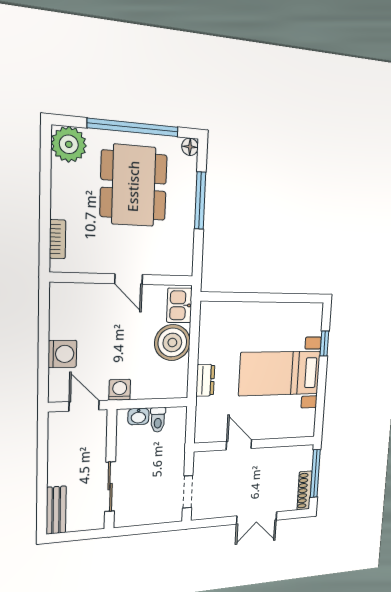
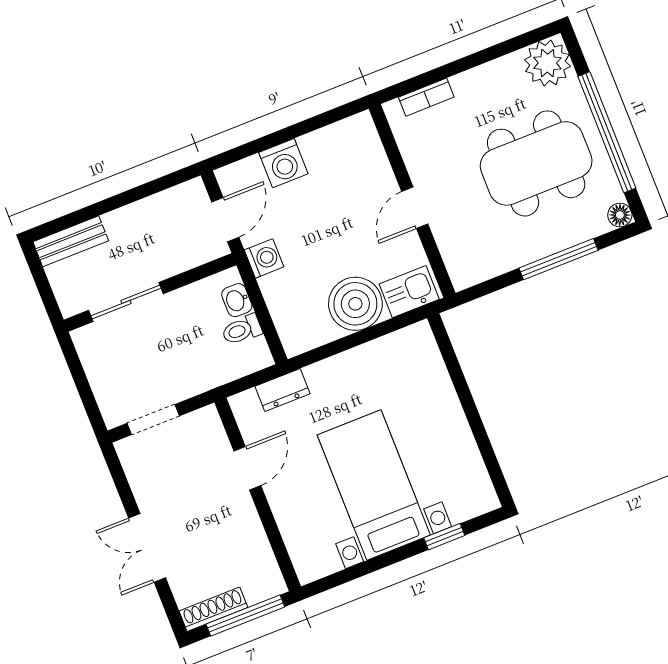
dresser: (205, 380) -> (283, 390), moved

